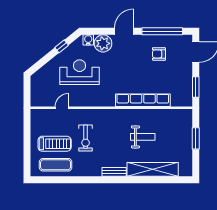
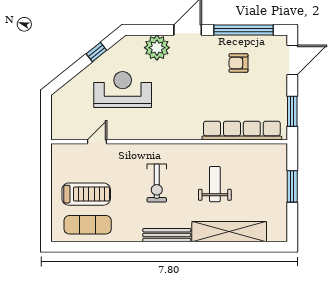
water cooler: (88, 40) -> (135, 42), removed
row of seats: (143, 100) -> (242, 131), moved
weight bench: (143, 137) -> (215, 184), turned -90
exercise bike: (86, 138) -> (157, 183), moved
bench: (114, 172) -> (167, 235), width x1.36

